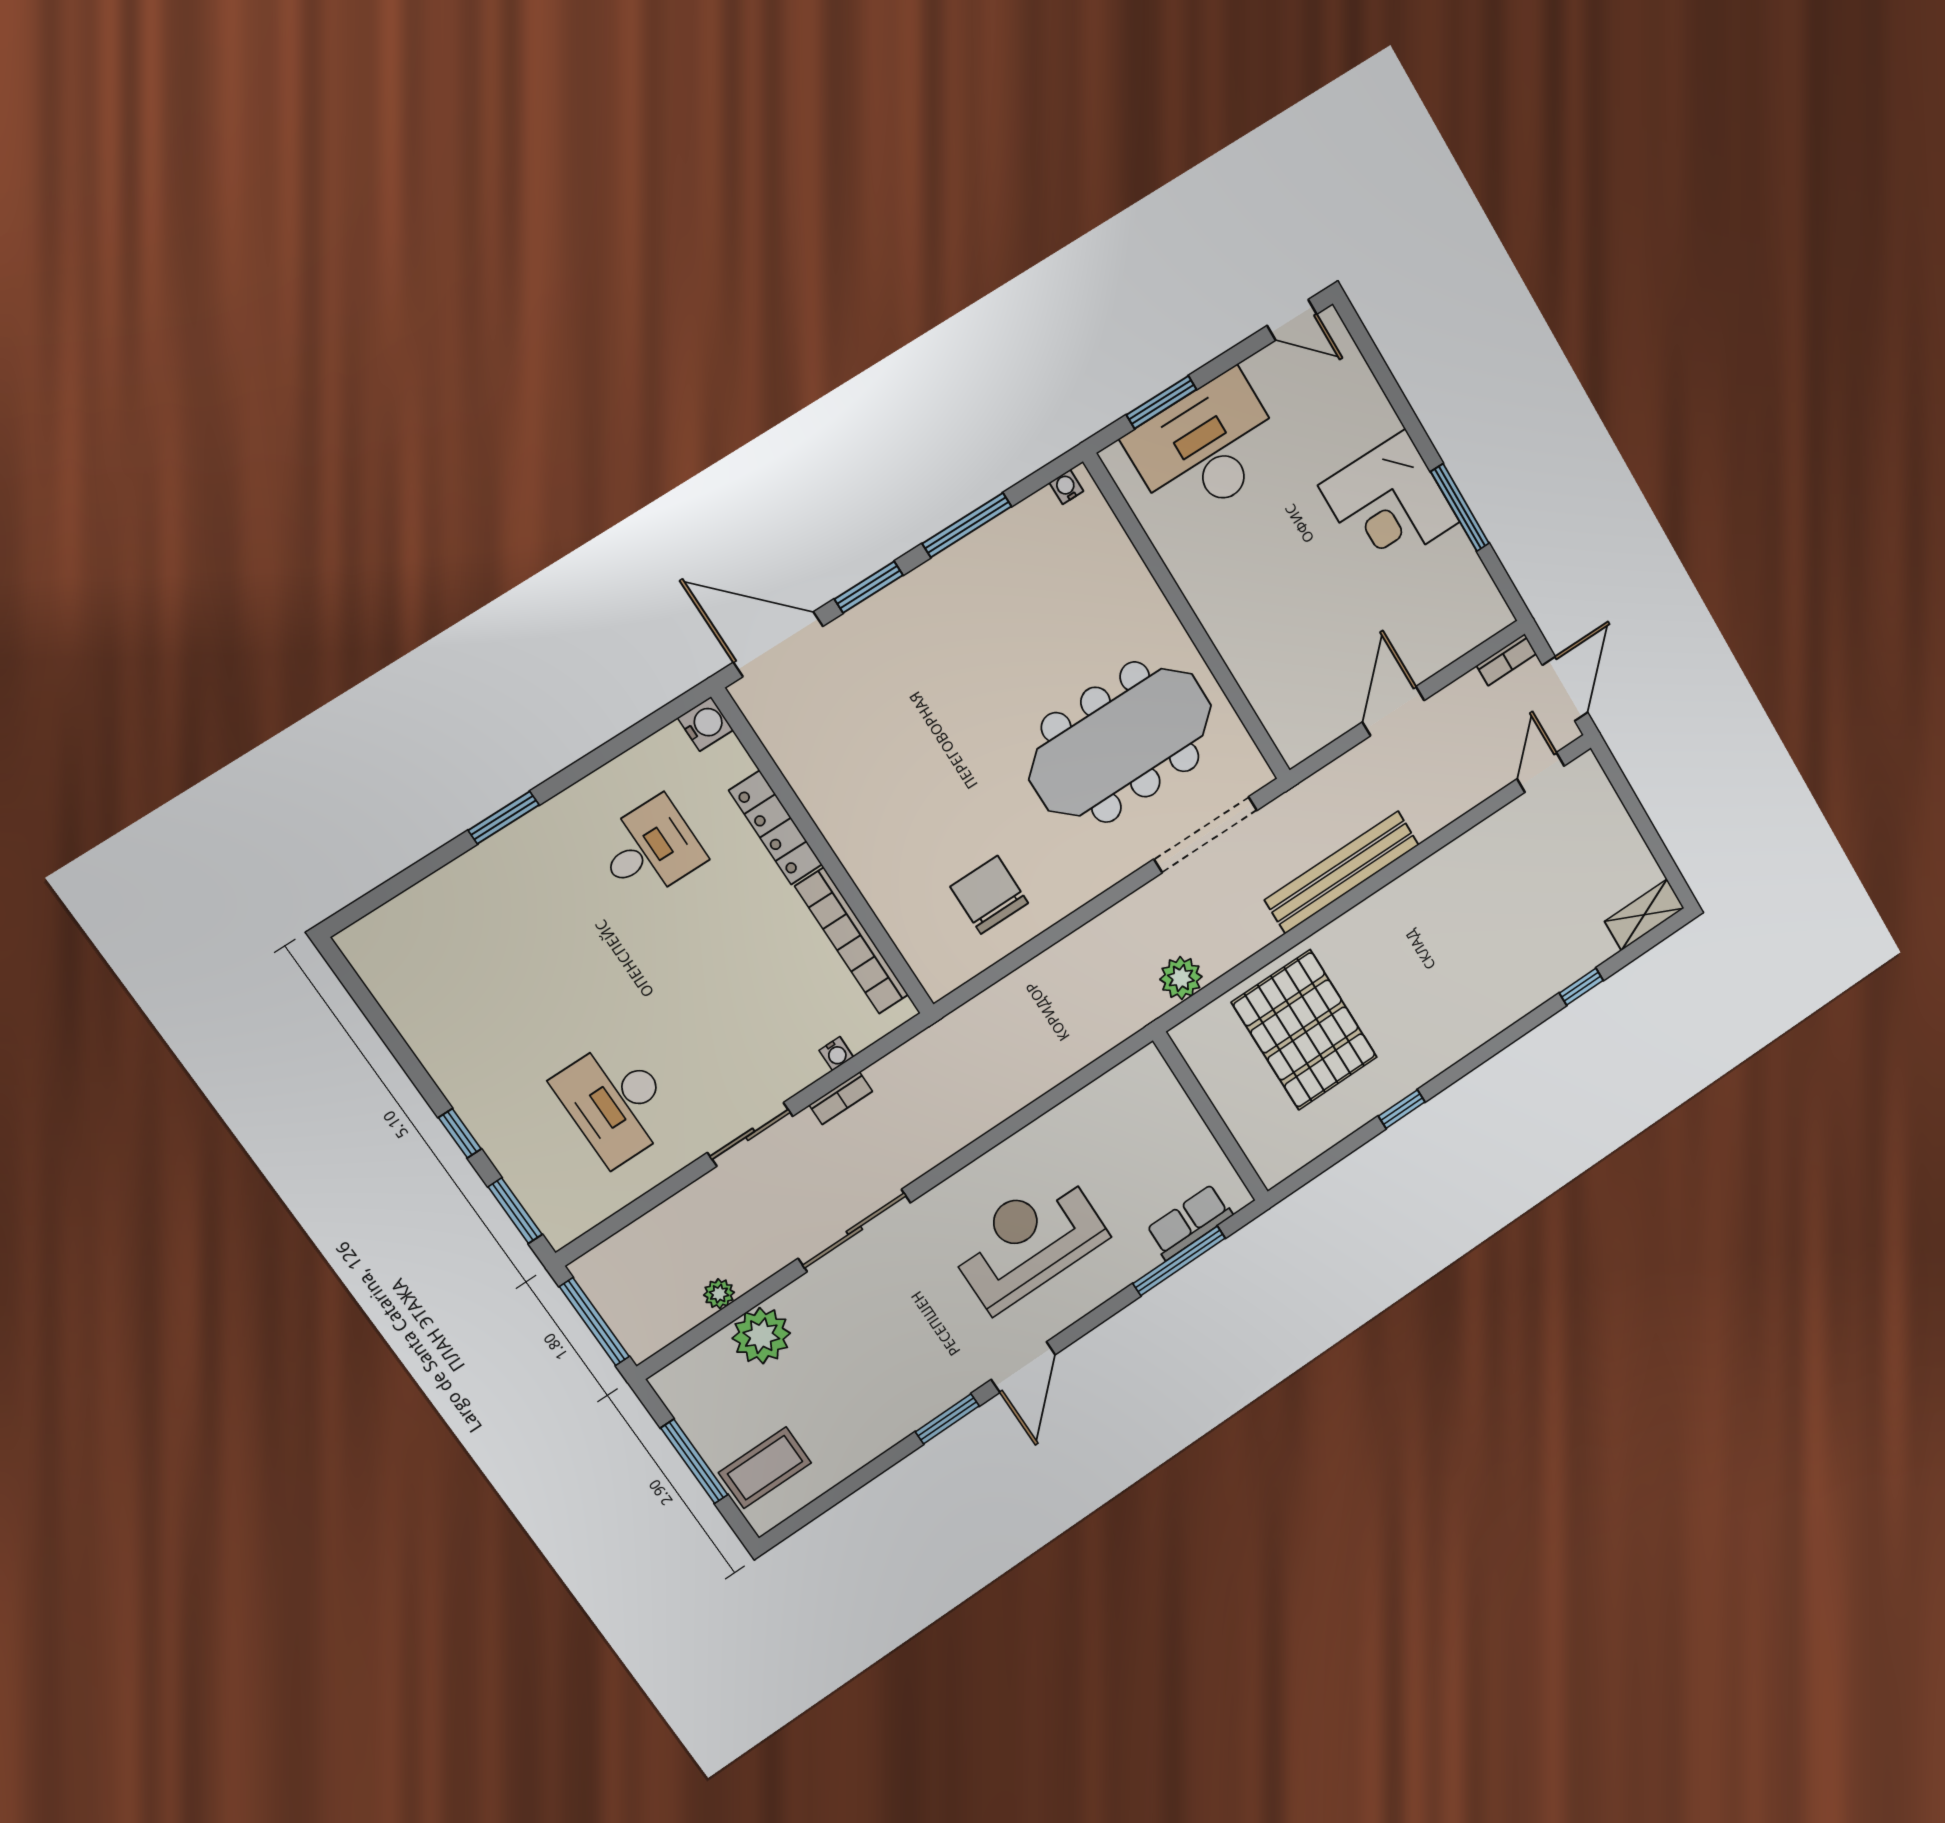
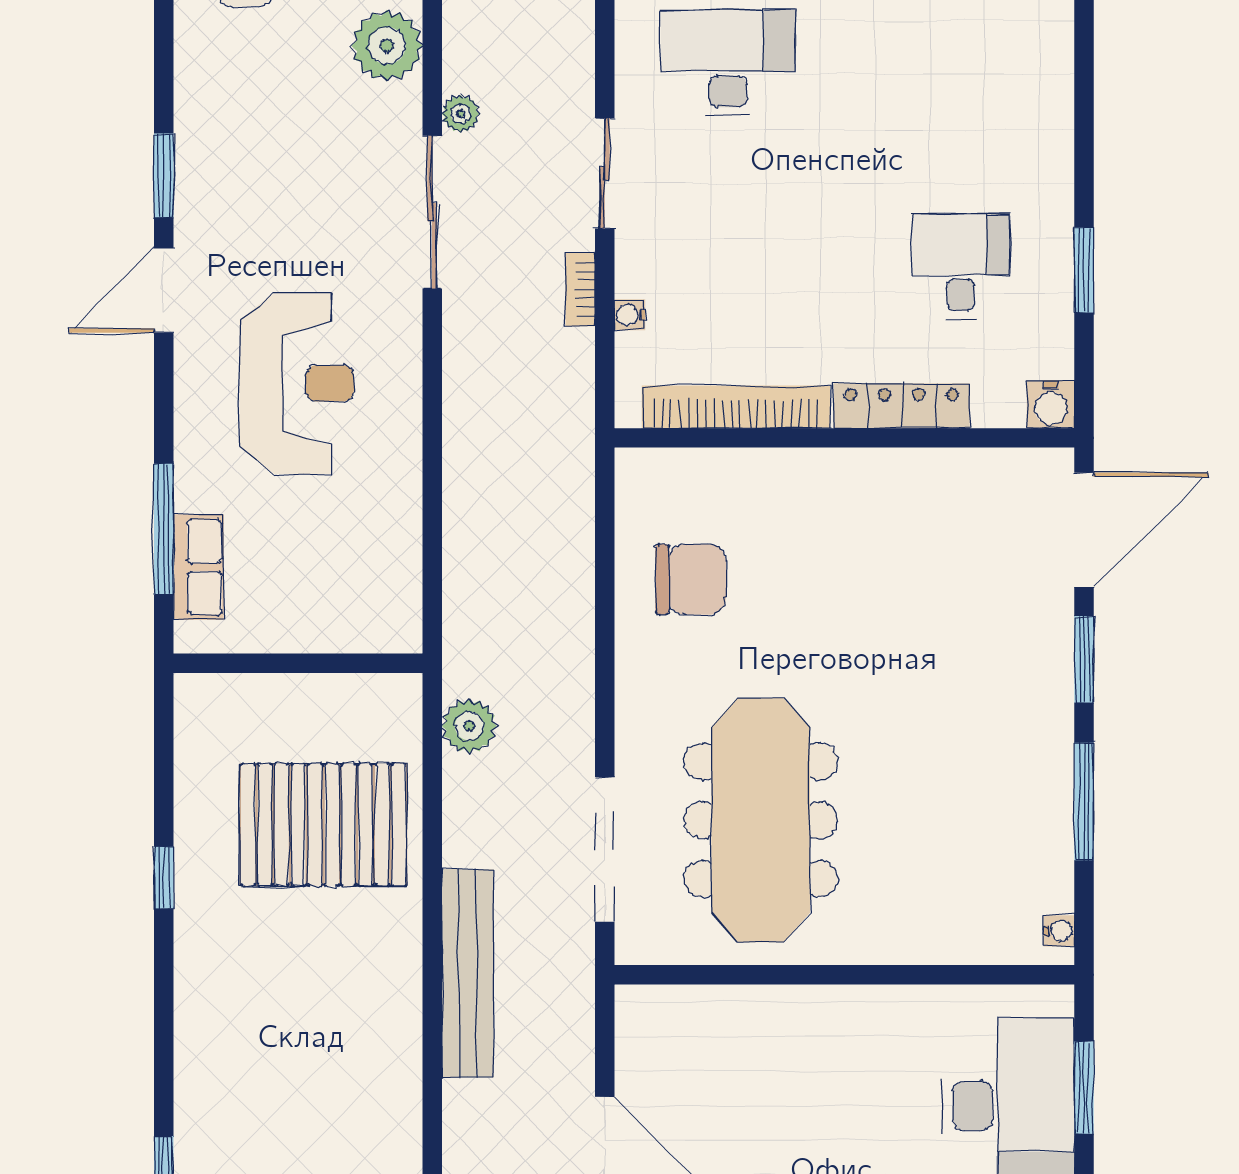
window: (504, 818) -> (1084, 270), moved
desk: (650, 849) -> (961, 266), turned 180
plant: (719, 1294) -> (461, 114), moved
door: (1023, 1367) -> (164, 290), hinge flipped

